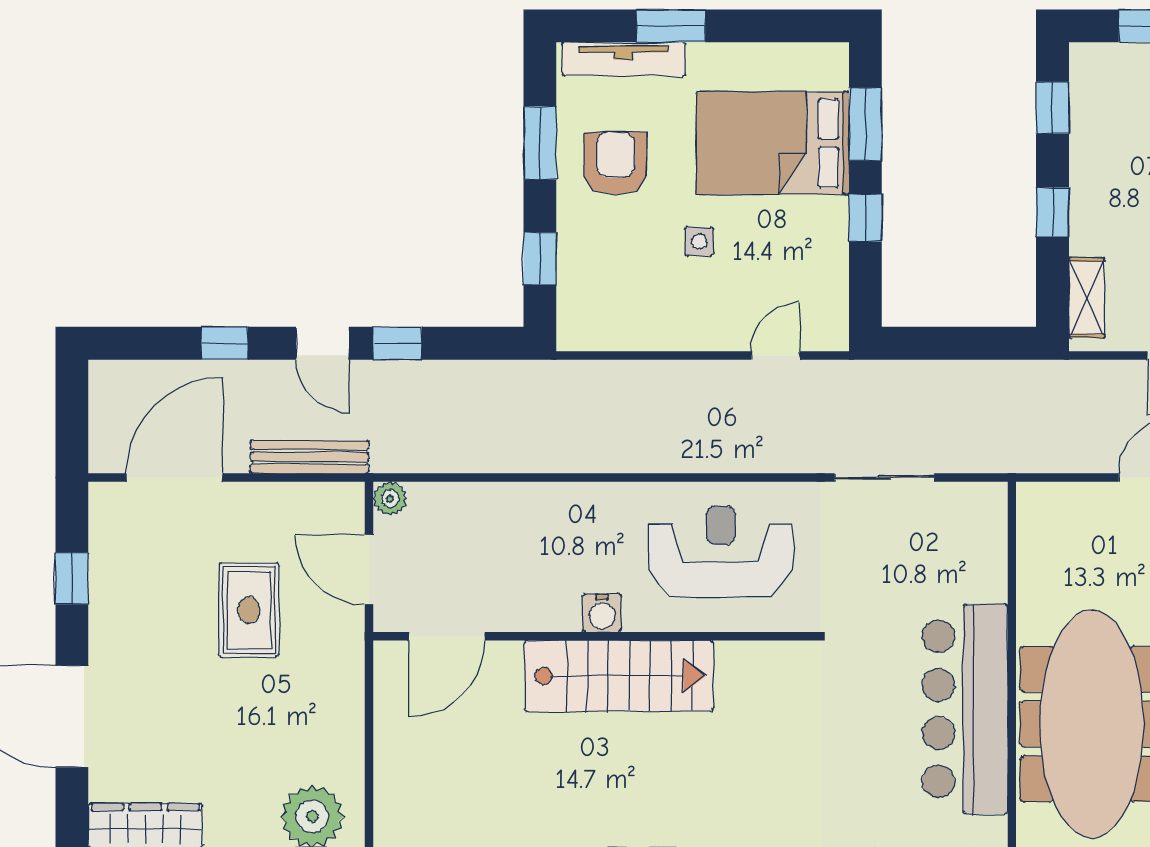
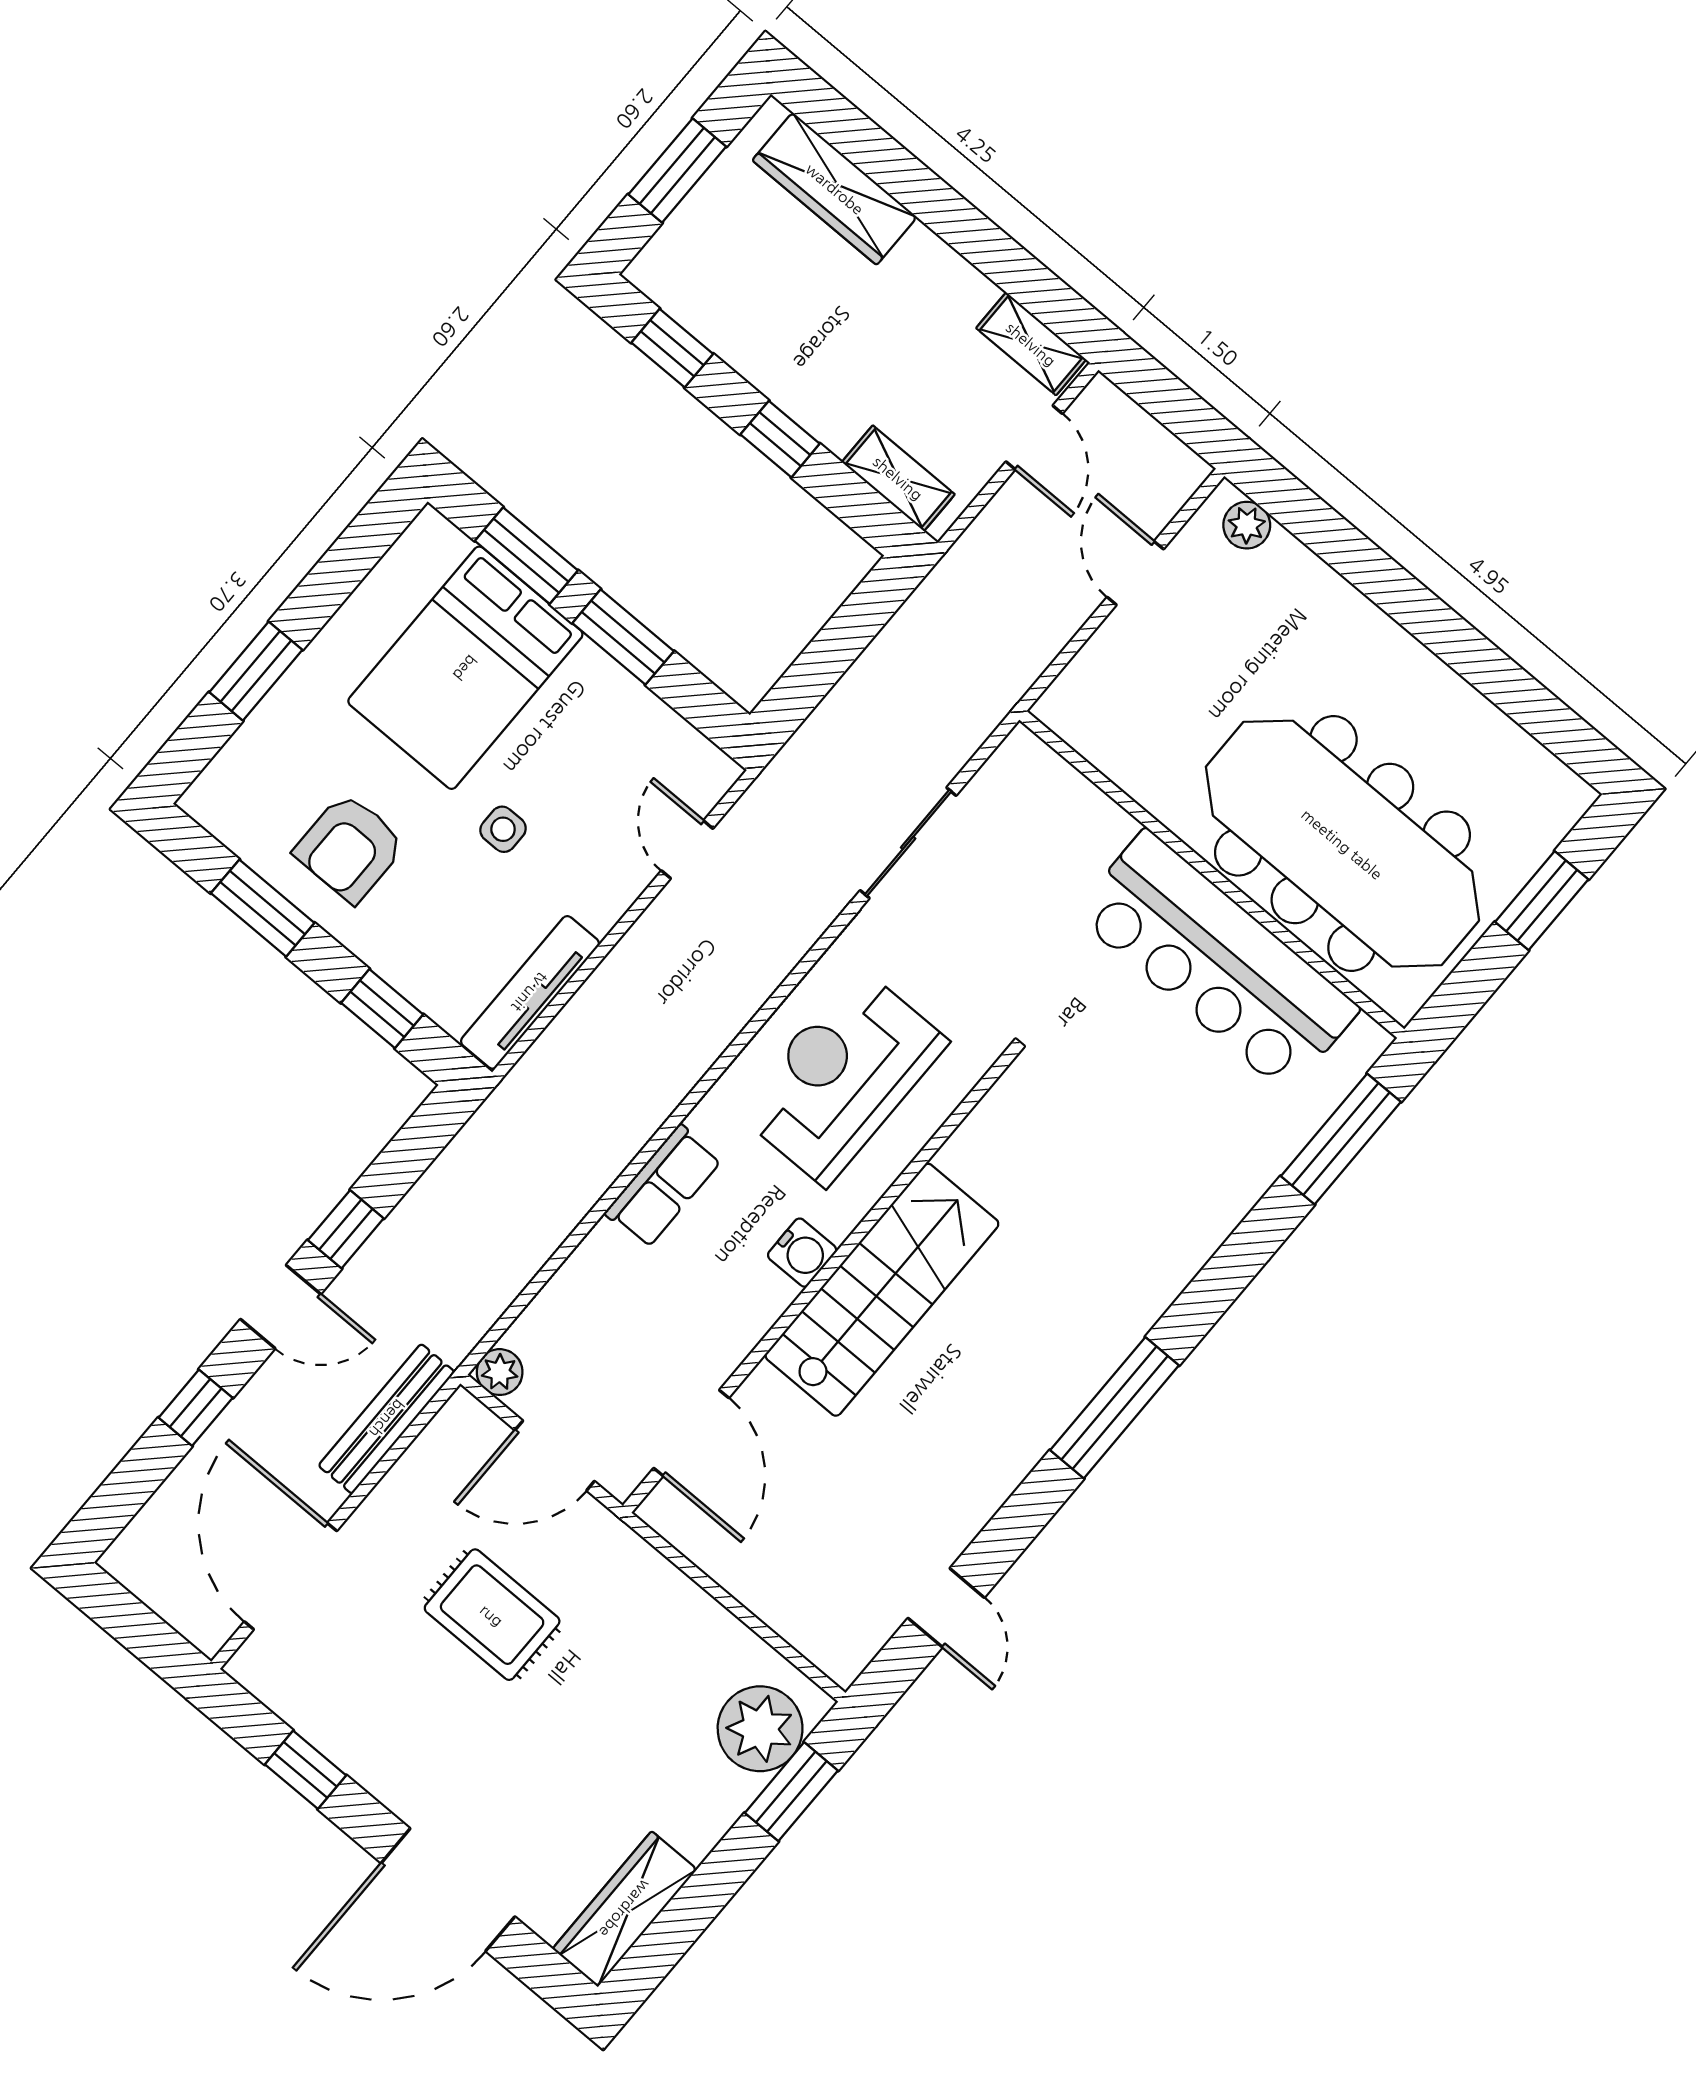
tv unit: (624, 59) -> (530, 992), moved, turned 180
armchair: (616, 163) -> (350, 848), turned -90
window: (865, 218) -> (623, 637), width x1.50
row of seats: (573, 503) -> (663, 1186), added

